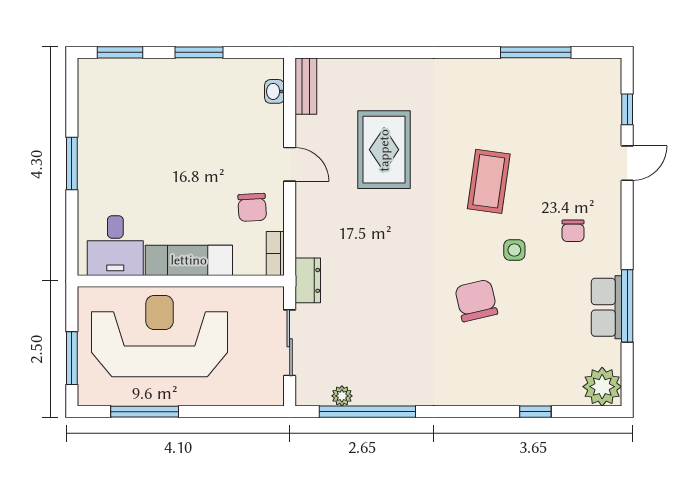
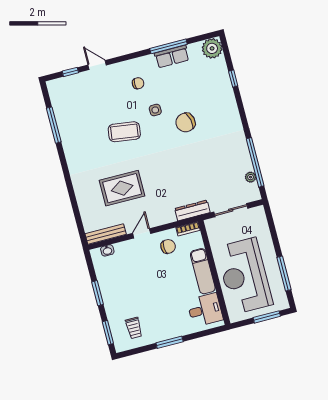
bench: (306, 86) -> (106, 234), width x1.36
trolley: (116, 103) -> (134, 328), added
dresser: (308, 280) -> (192, 210), width x1.44

